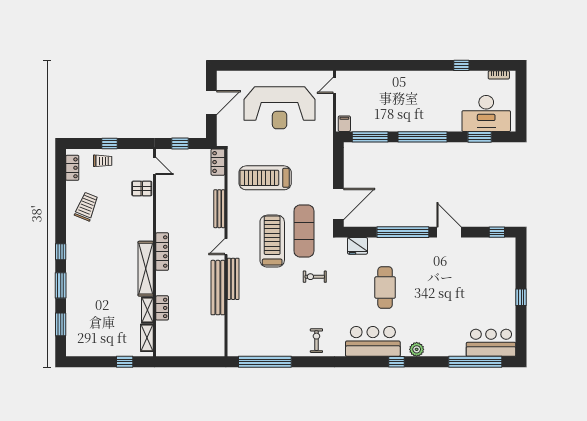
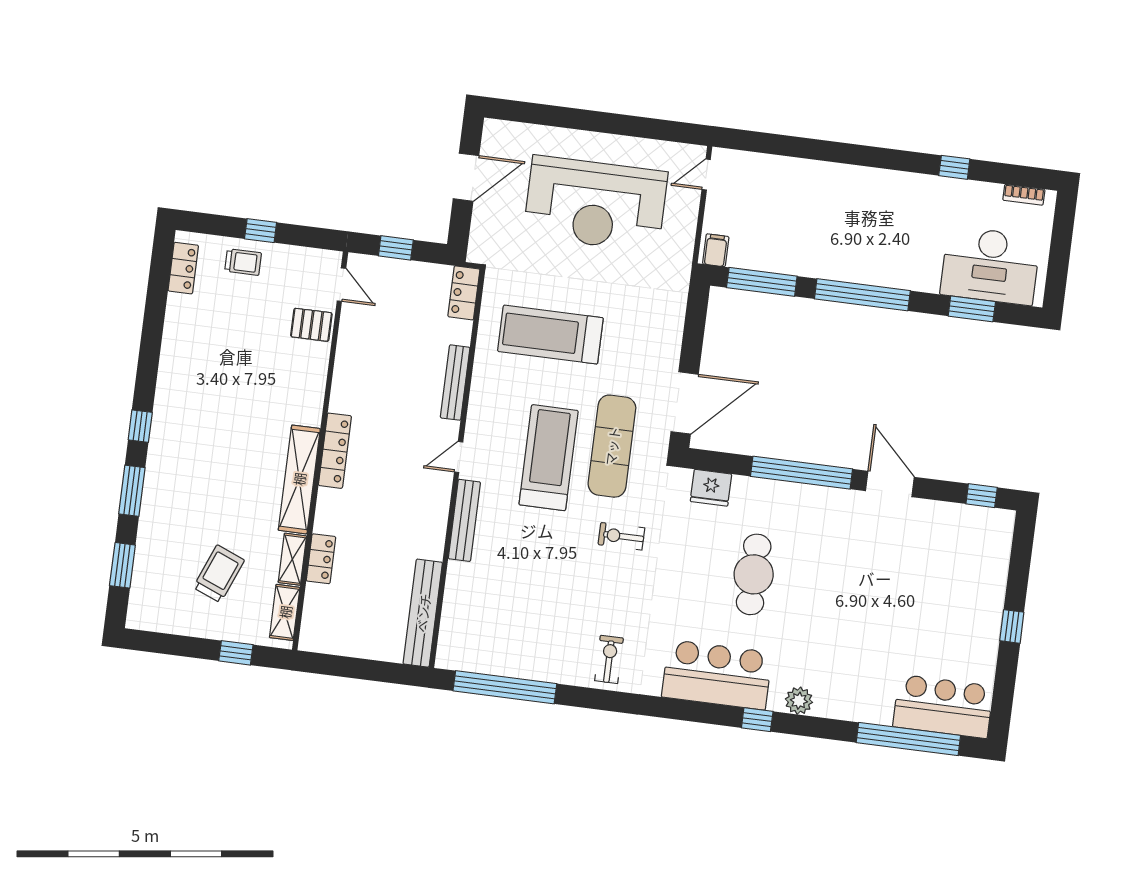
trolley: (86, 207) -> (219, 574), moved
bench: (218, 288) -> (423, 613), moved

